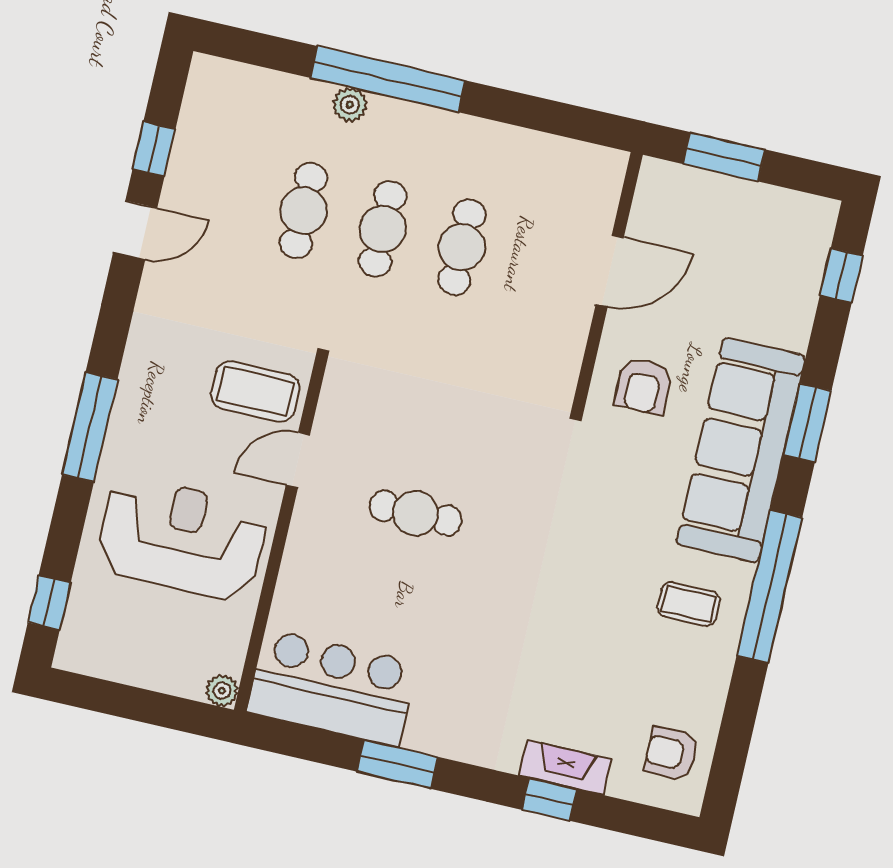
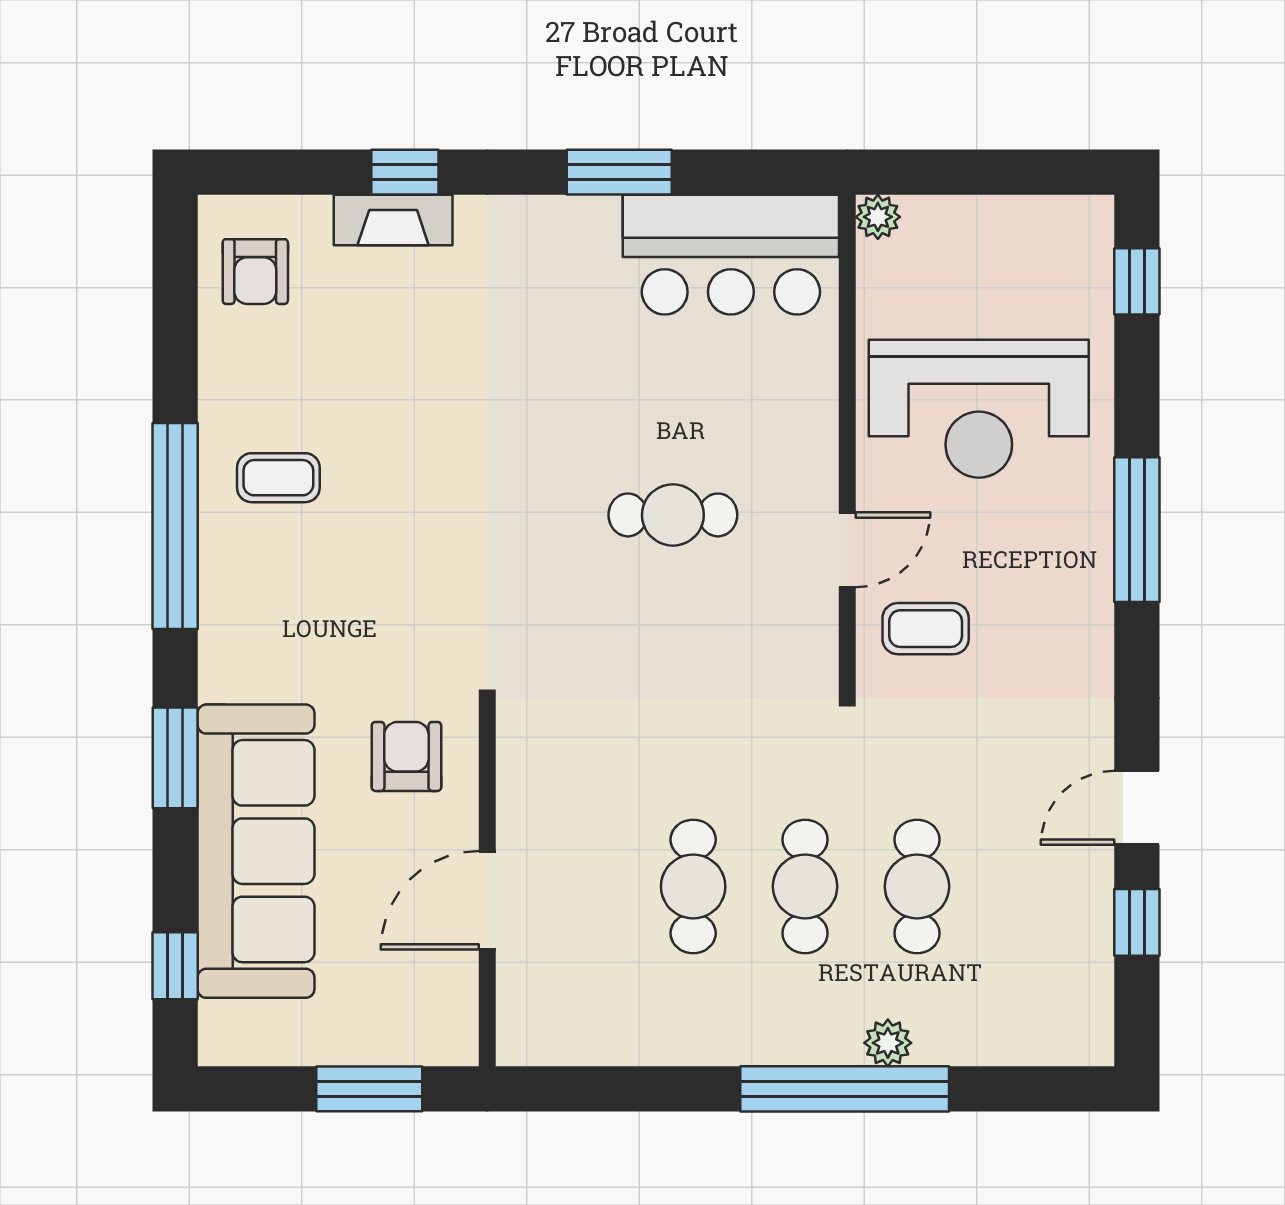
coffee table: (255, 391) -> (926, 629), width x0.73, depth x0.77
sofa: (741, 450) -> (256, 851), moved
armchair: (671, 754) -> (255, 272), turned 90

